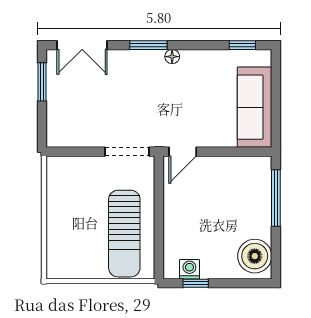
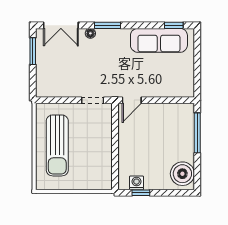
floor lamp: (172, 57) -> (90, 33), moved
sofa: (255, 107) -> (159, 40), moved, turned -90
doorway: (127, 152) -> (93, 100), width x0.73
sun lounger: (124, 234) -> (57, 145), moved

